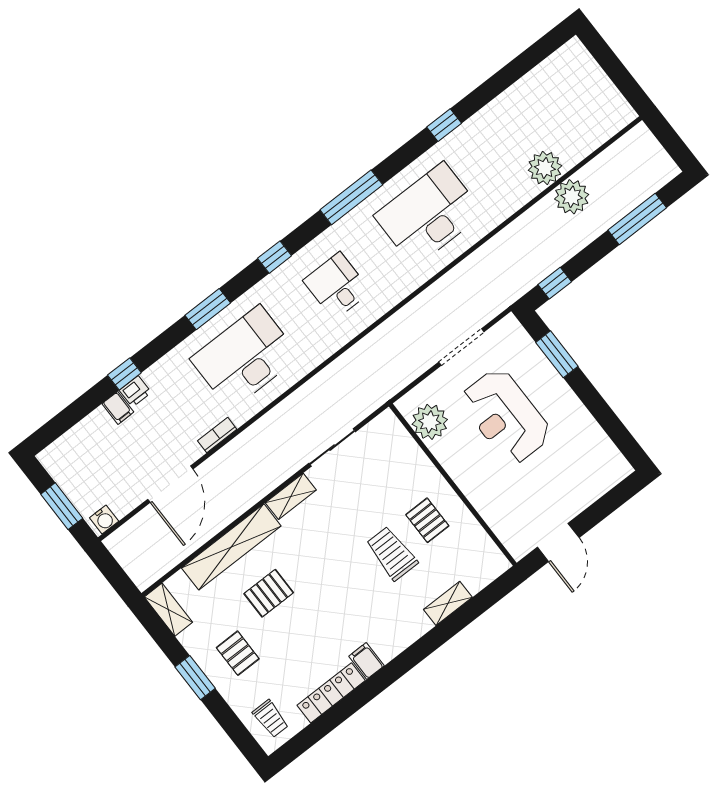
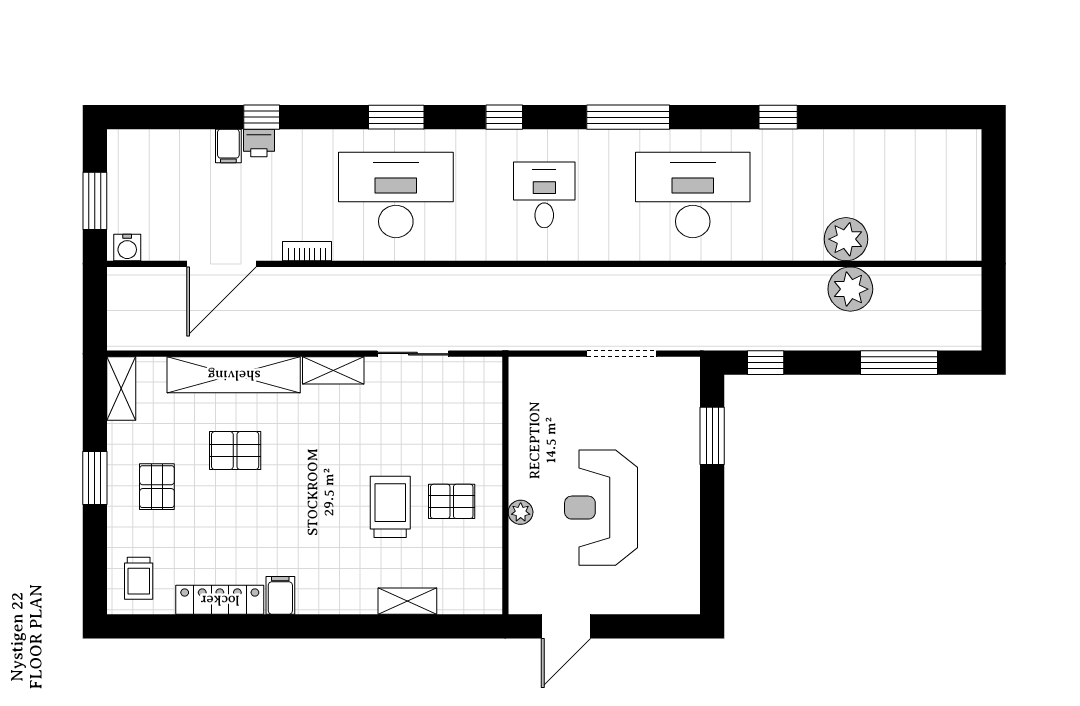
reception desk: (505, 416) -> (601, 508), moved
plant: (430, 422) -> (521, 512), moved, width x0.53, depth x0.53
pallet: (427, 520) -> (452, 501), turned 90

